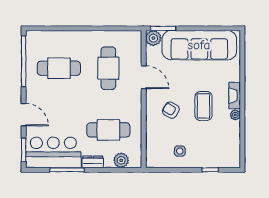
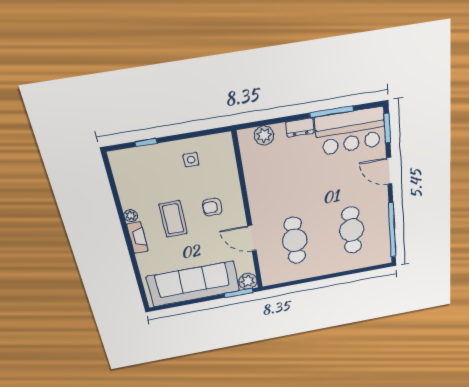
cafe table: (59, 68) -> (352, 230), turned 90
armchair: (171, 110) -> (212, 207), turned 149
cafe table: (108, 130) -> (285, 170), removed

